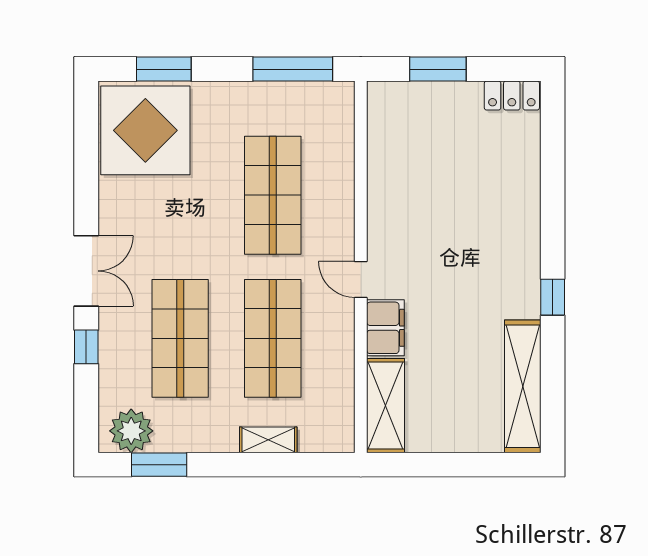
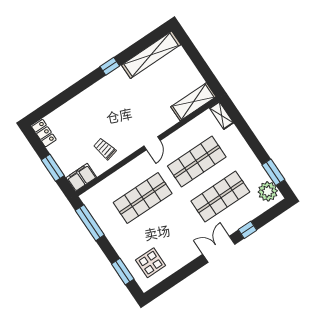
display table: (145, 130) -> (151, 263), width x0.54, depth x0.54
trolley: (409, 187) -> (105, 149), added
filing cabinet: (385, 328) -> (81, 177), moved
shelving: (268, 440) -> (221, 115), moved

